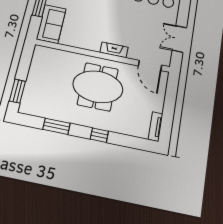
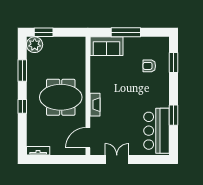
meeting table: (98, 87) -> (61, 97), turned 90
plant: (29, 105) -> (35, 45), added

